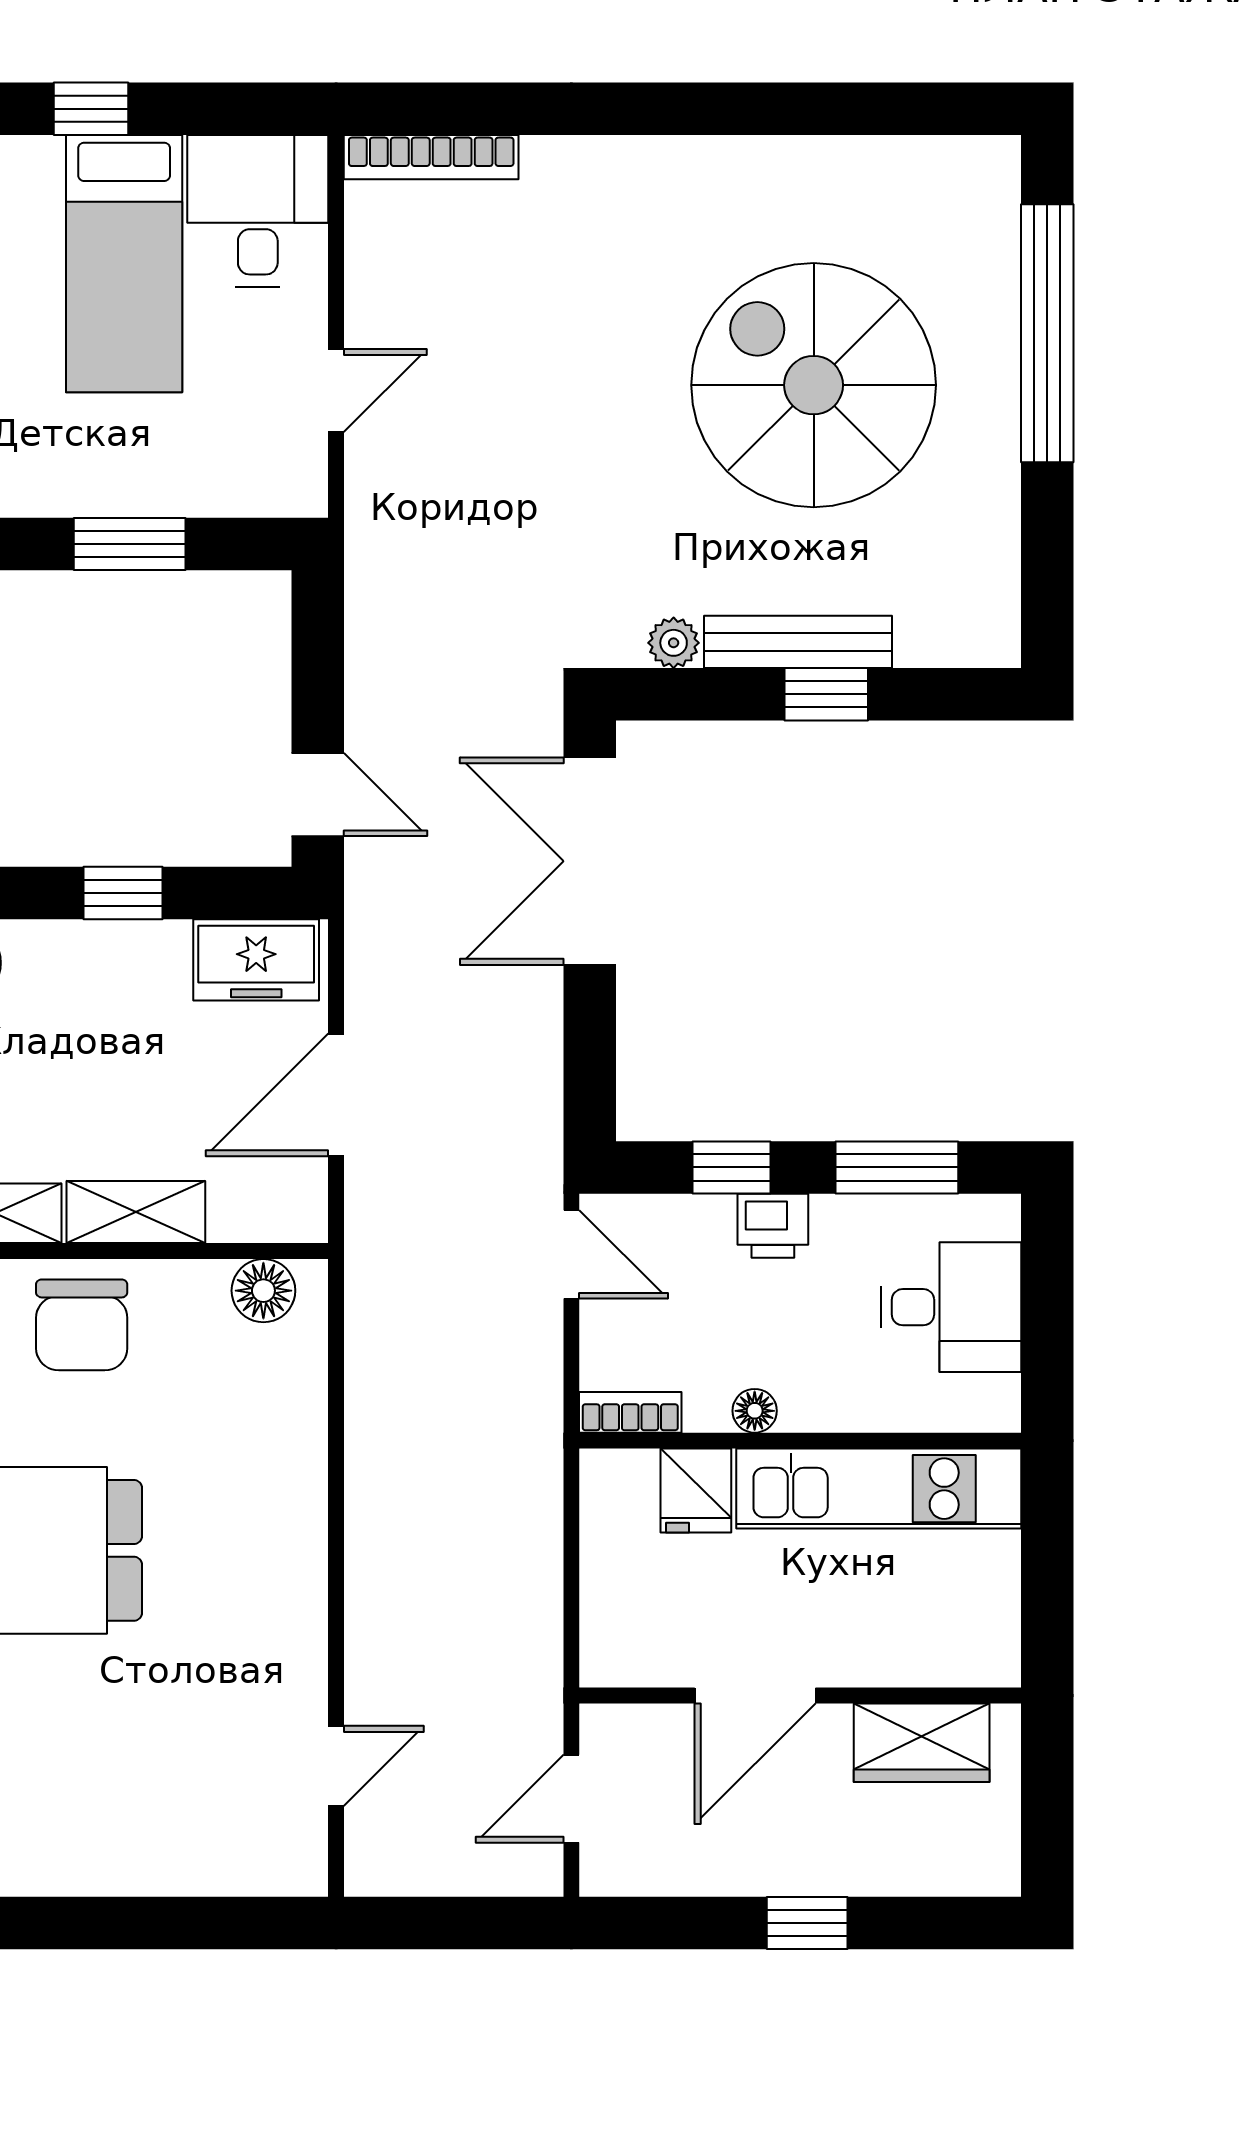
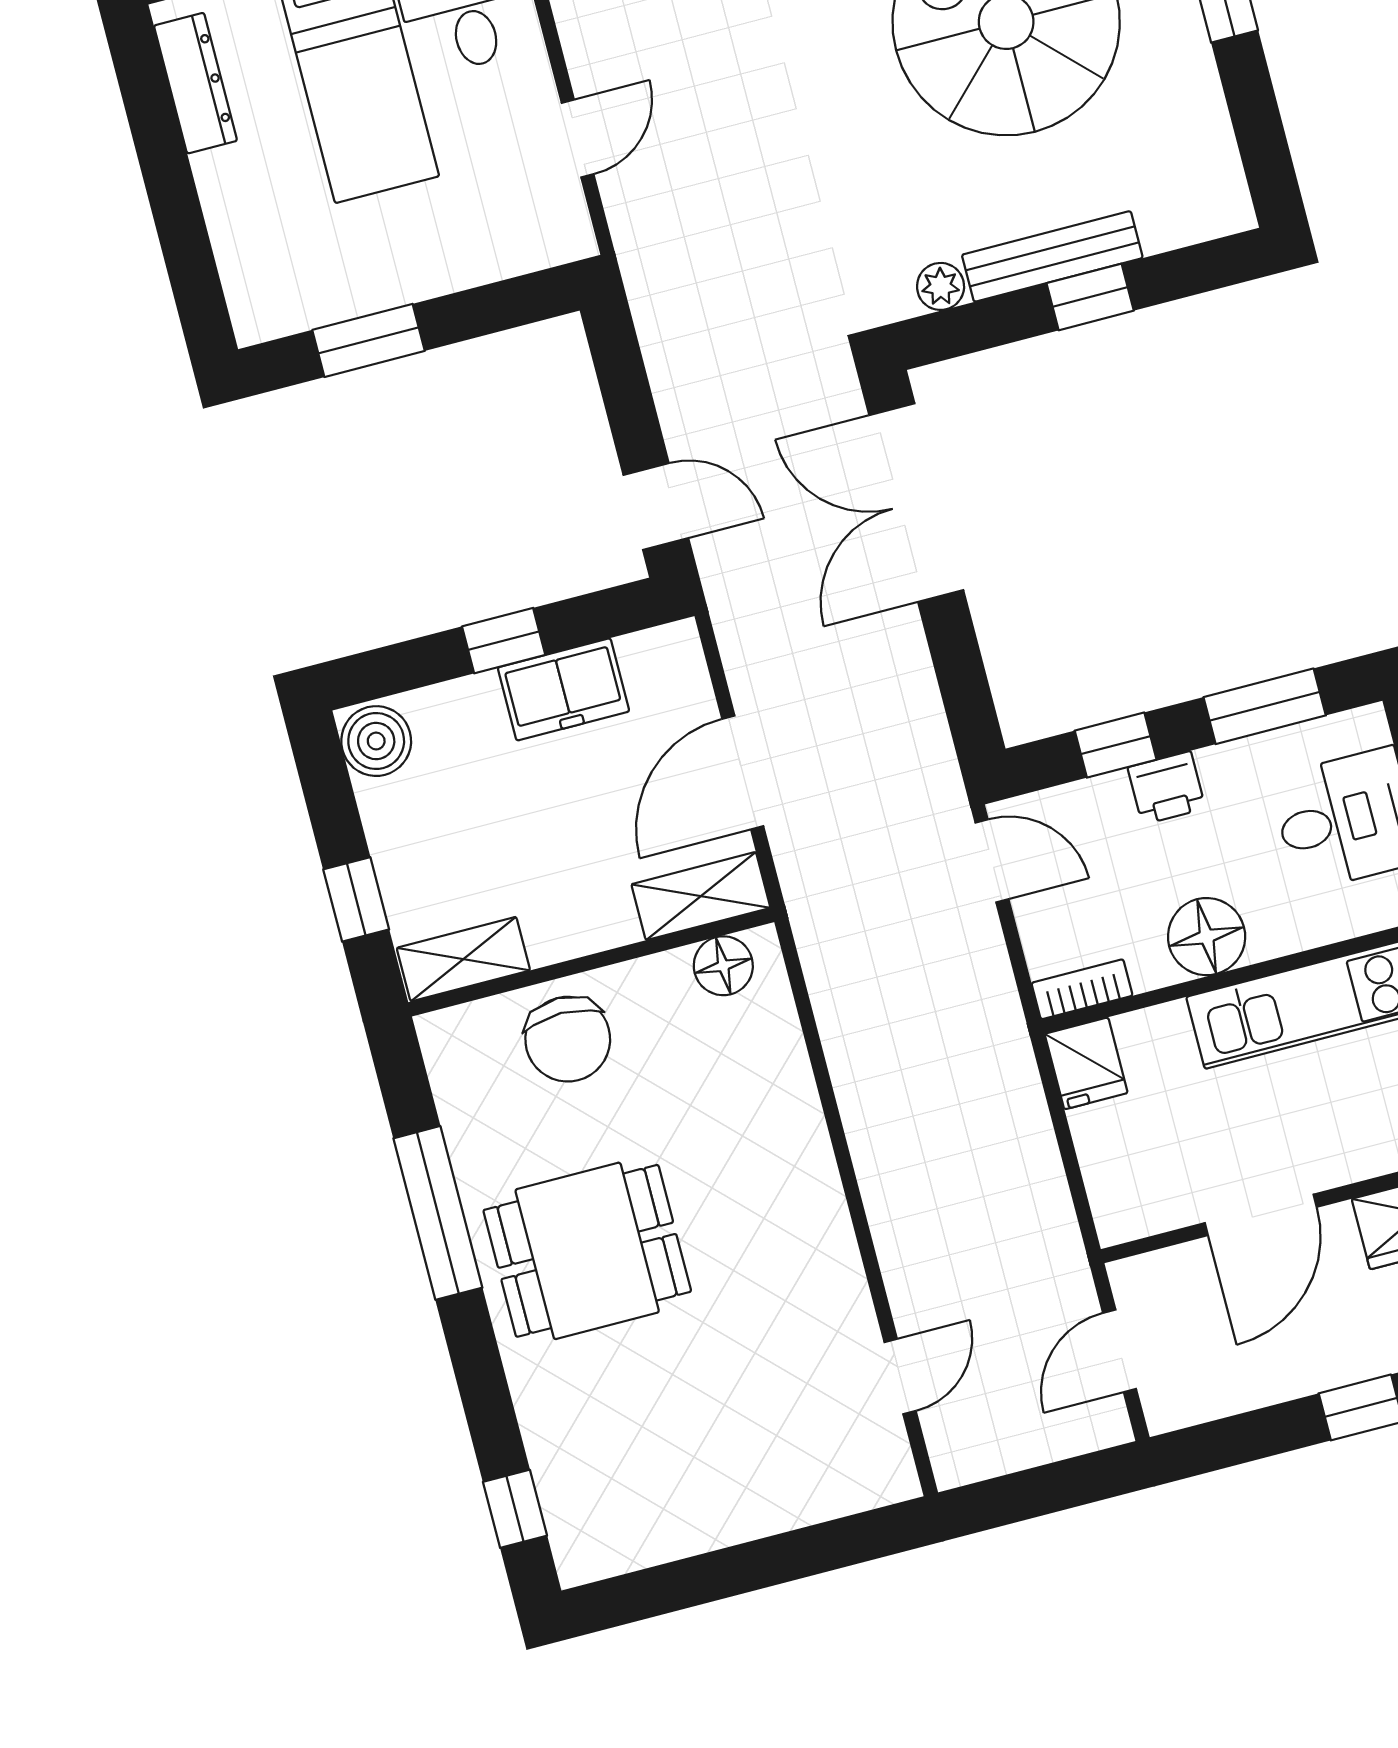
window: (130, 544) -> (369, 340), moved
freezer: (256, 960) -> (563, 689), moved
shelving: (136, 1212) -> (701, 896), moved
floor lamp: (755, 1411) -> (1207, 937), width x1.89, depth x1.89
fridge: (696, 1491) -> (1086, 1063), moved

